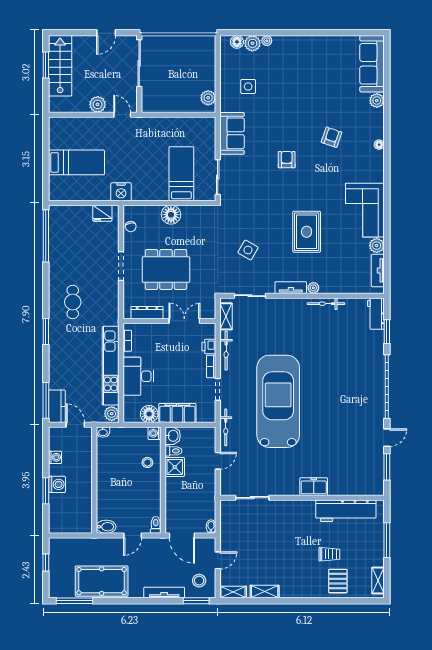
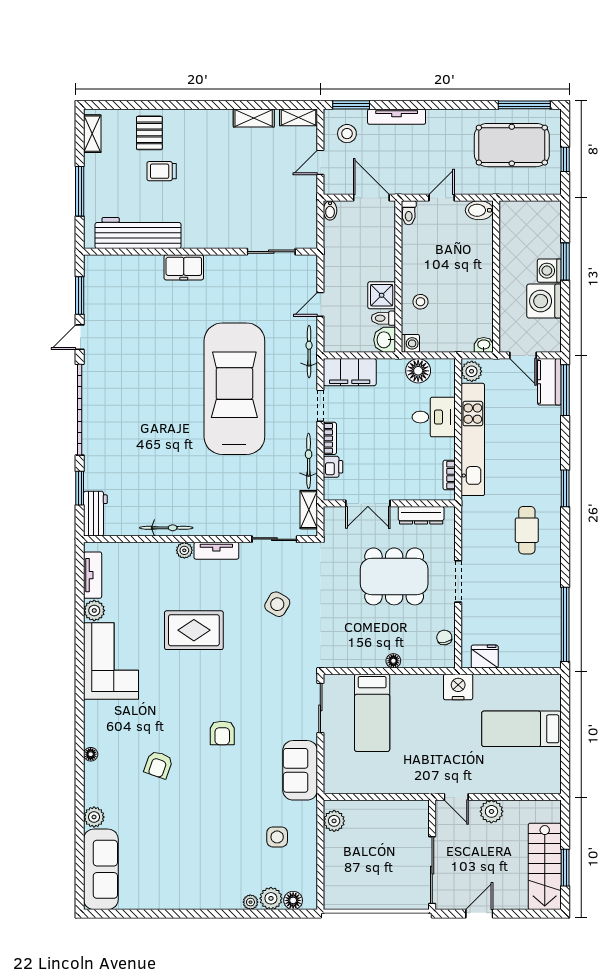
floor lamp: (171, 215) -> (393, 661), width x0.53, depth x0.53
rug: (307, 232) -> (194, 630), turned 90
desk: (138, 376) -> (434, 417), width x0.73
car: (278, 401) -> (234, 389), turned 180
filing cabinet: (177, 413) -> (350, 372), moved
washing machine: (55, 457) -> (544, 301), width x1.89, depth x1.89
pool table: (102, 581) -> (512, 145), moved

